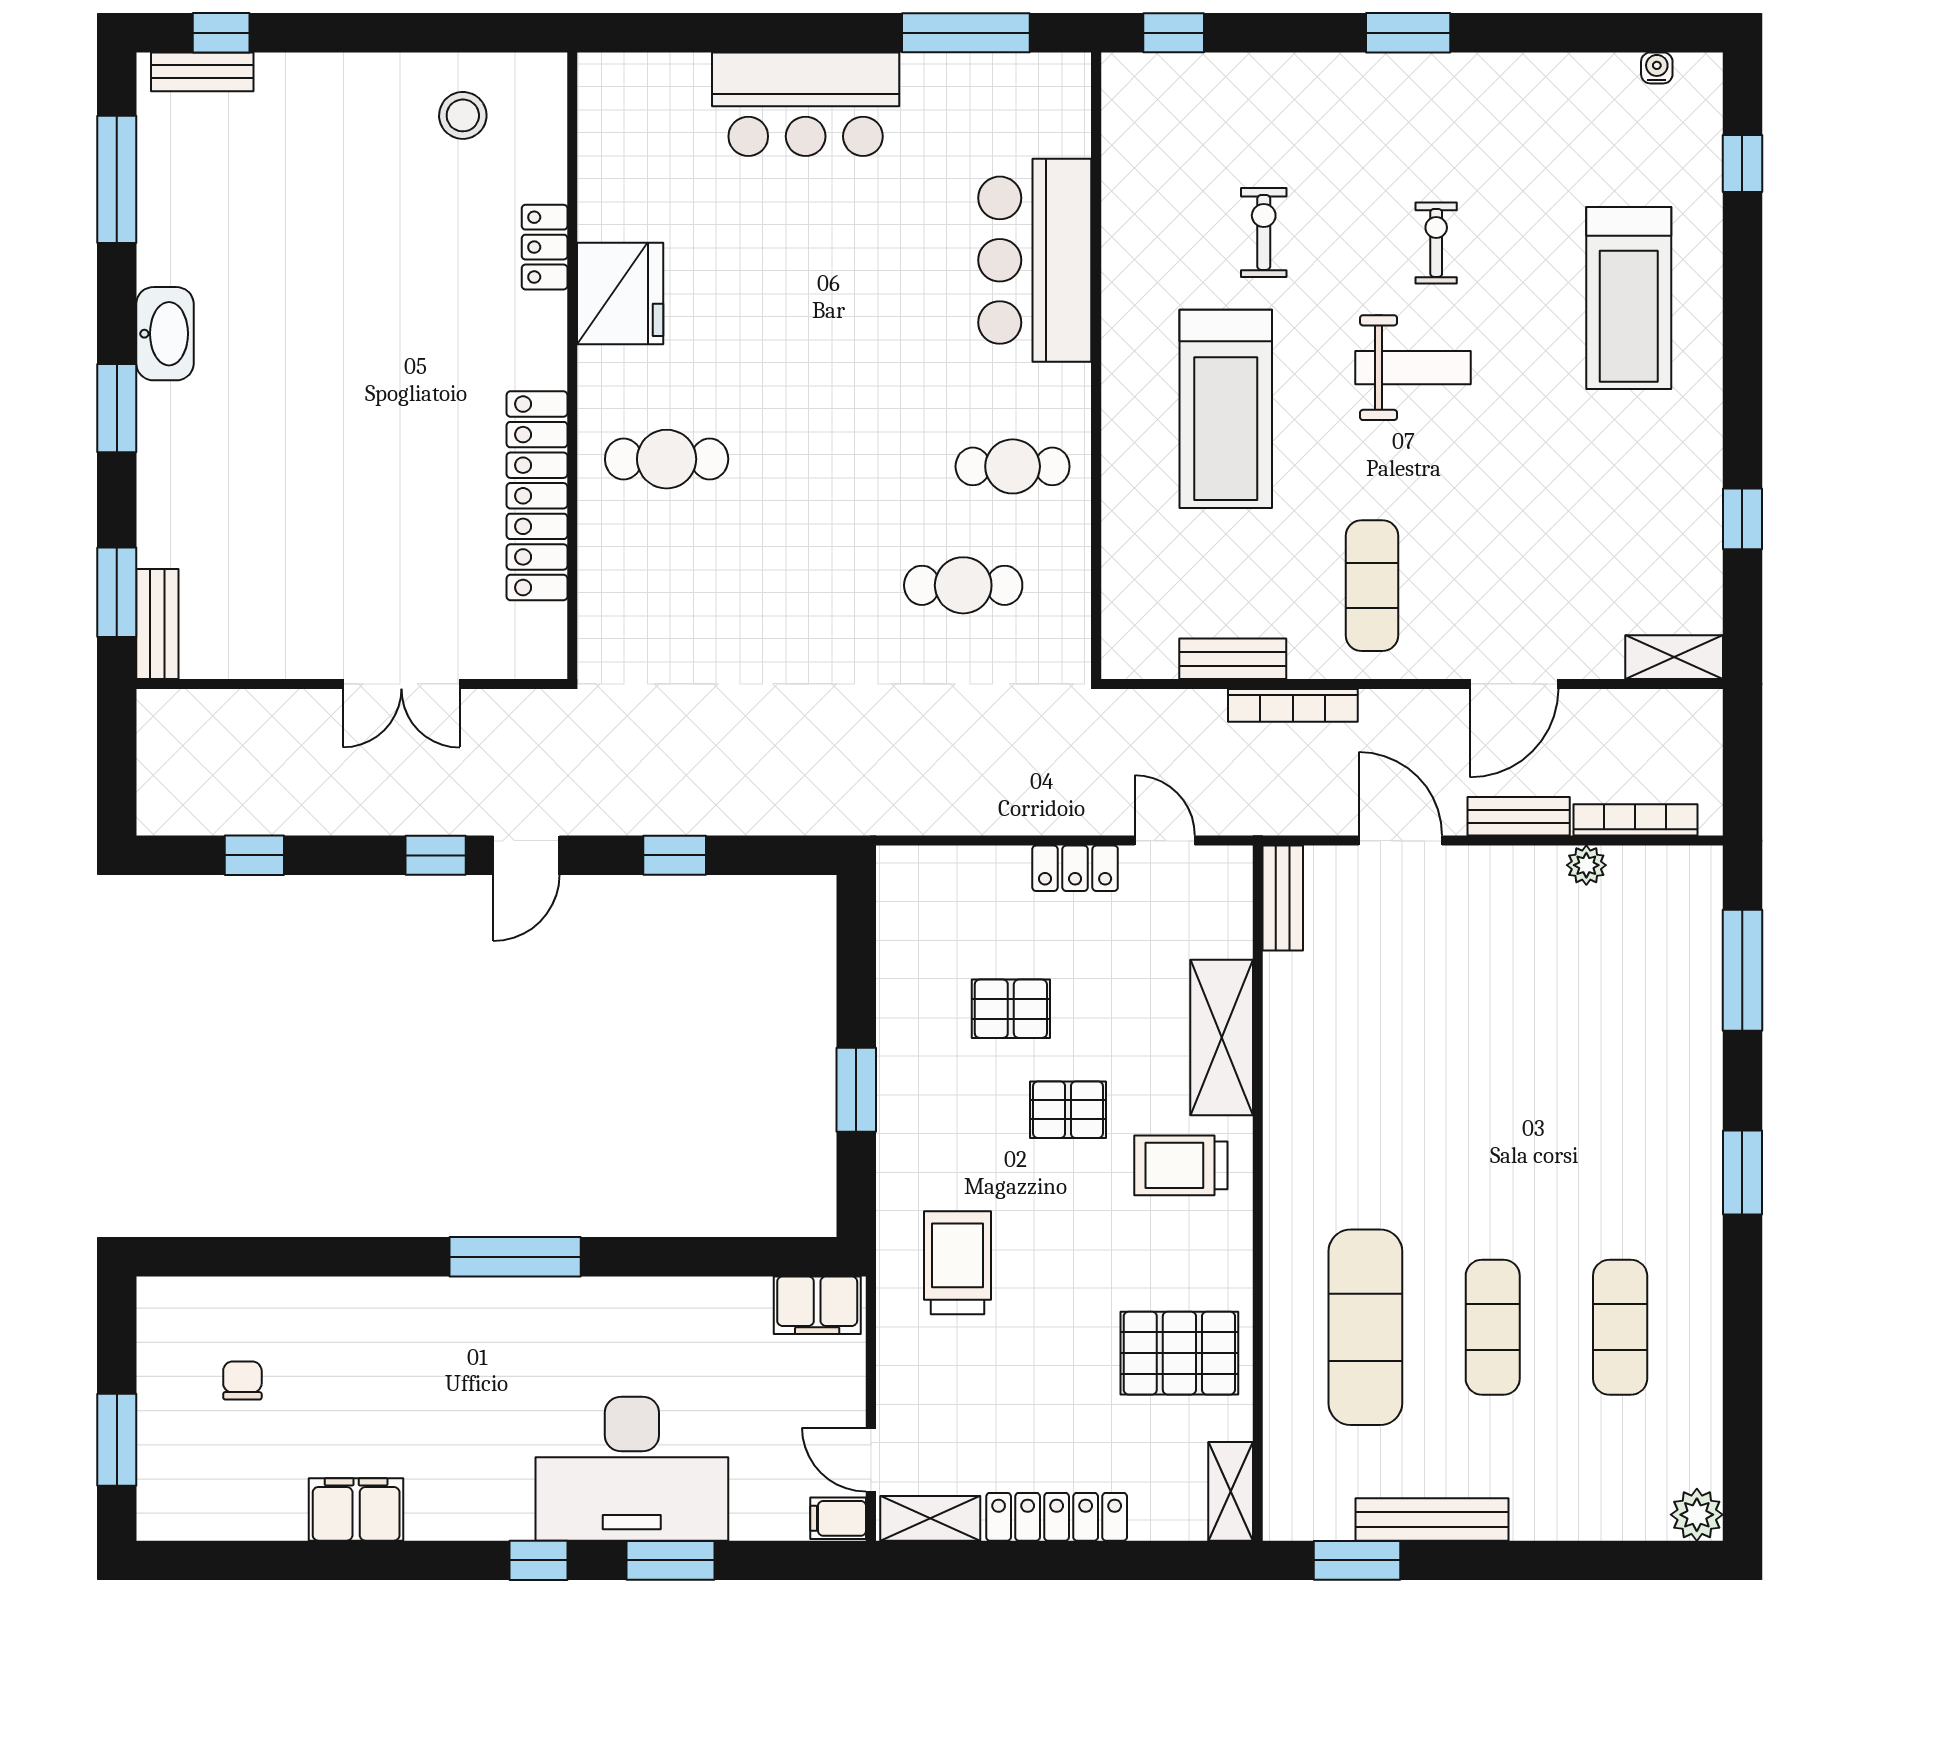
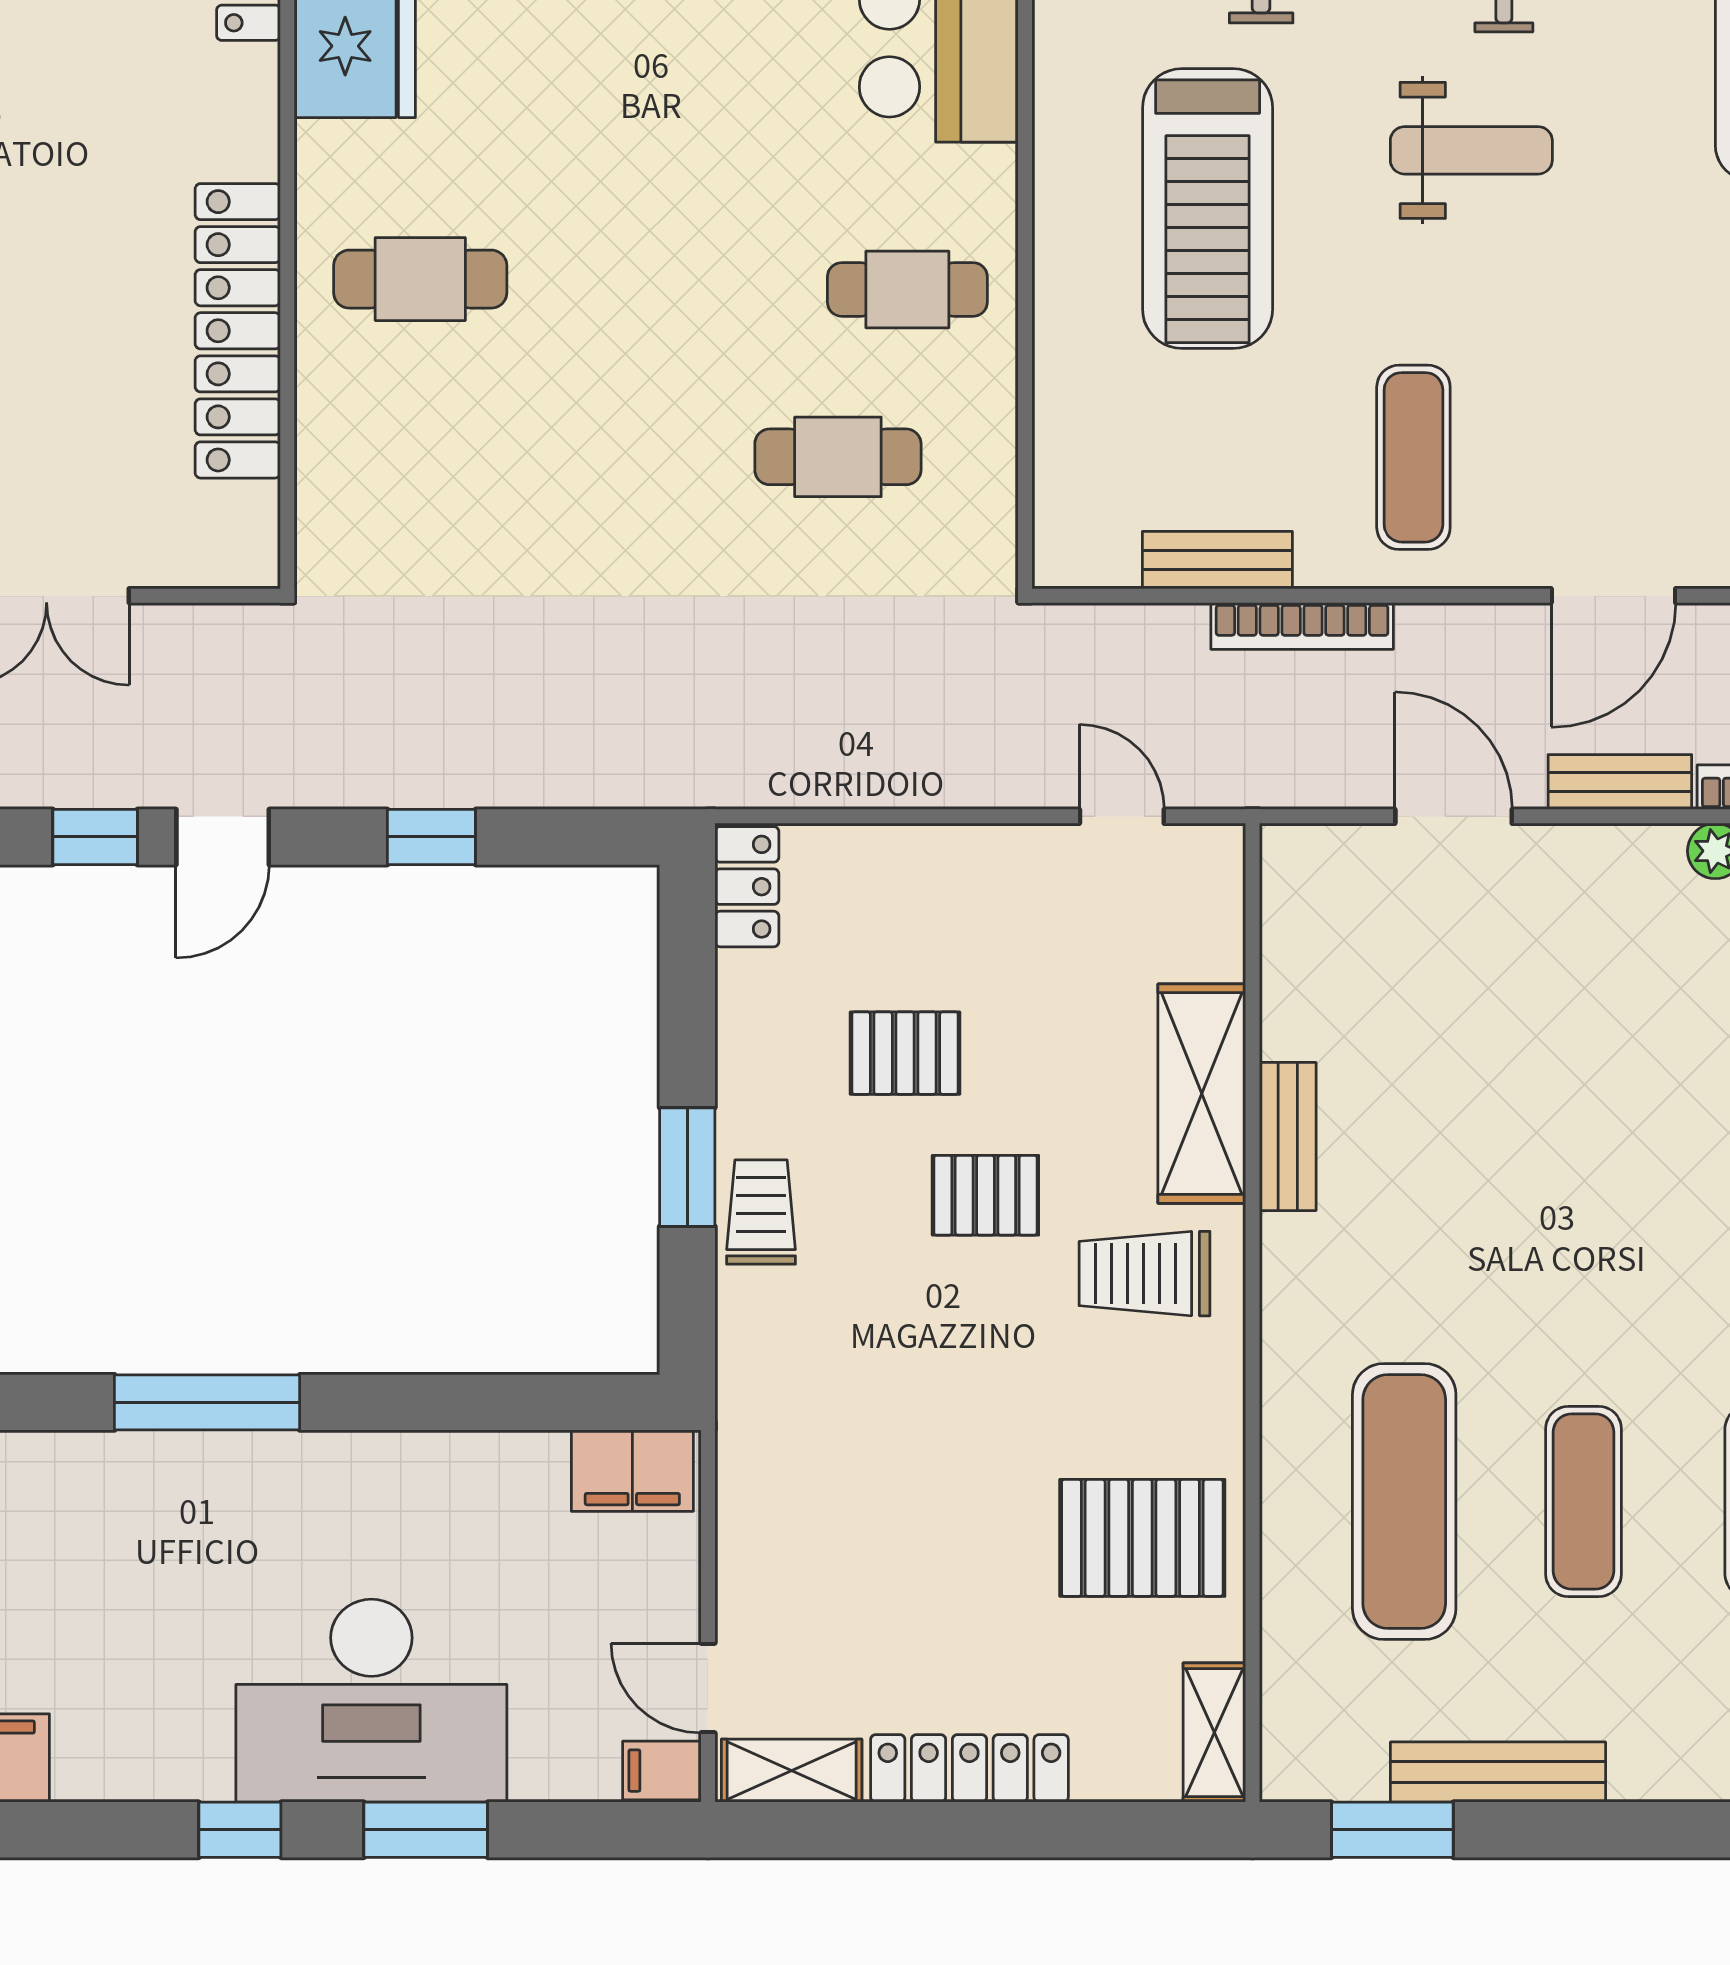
locker: (1075, 868) -> (747, 887), moved, turned -90
bench: (1283, 898) -> (1288, 1136), moved
trolley: (957, 1263) -> (761, 1212), moved, width x0.73, depth x0.72

